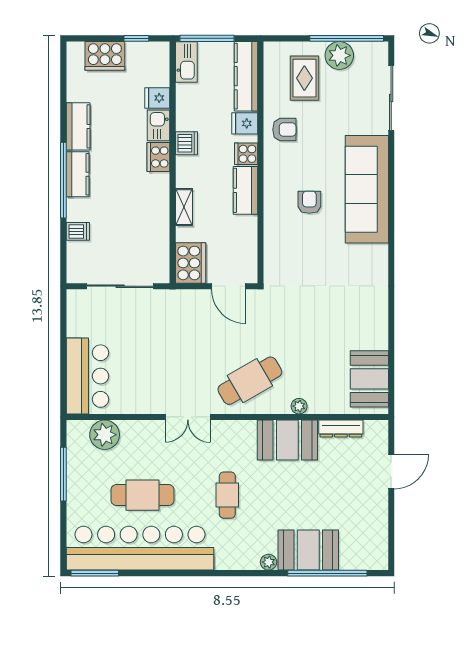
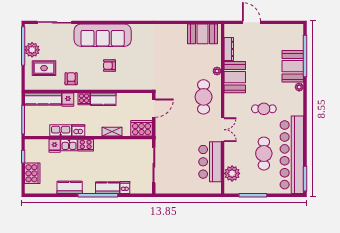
kitchen sink: (186, 62) -> (61, 130), moved
kitchen counter: (78, 174) -> (107, 188), moved
bar counter: (87, 376) -> (210, 162), moved, turned -90
cafe table: (250, 381) -> (204, 97), turned 30

